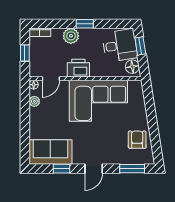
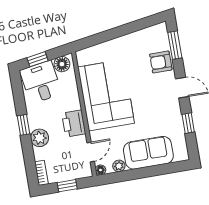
door: (51, 79) -> (91, 152), hinge flipped
armchair: (137, 140) -> (161, 62), moved
sofa: (50, 152) -> (148, 153), moved, turned 90

